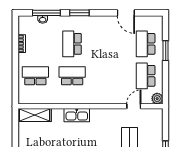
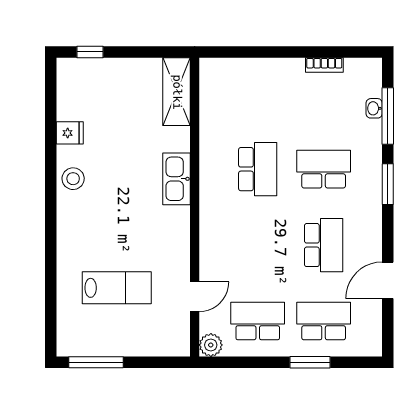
school desk: (35, 76) -> (324, 245), moved
door: (134, 106) -> (195, 297), hinge flipped

